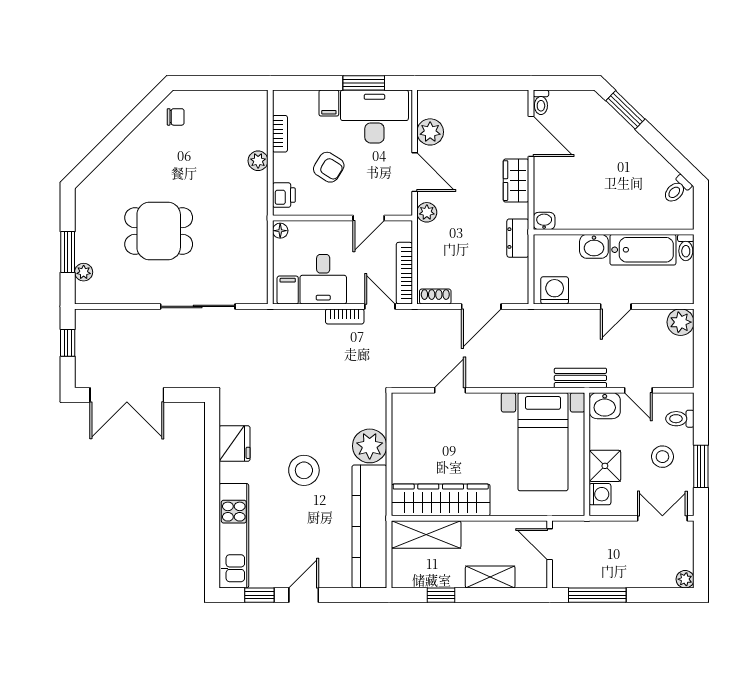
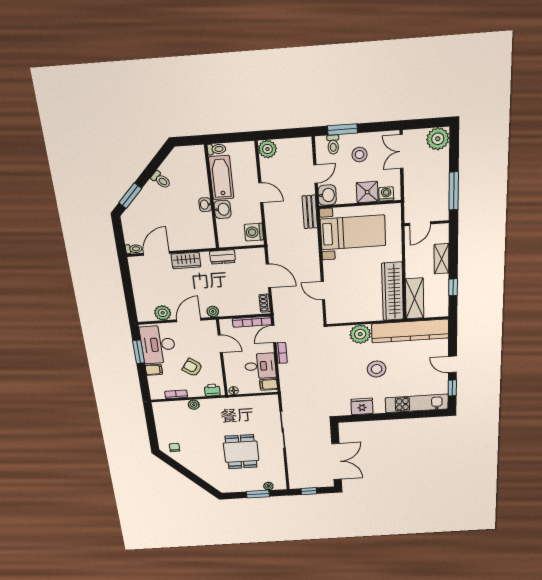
armchair: (329, 167) -> (192, 367), turned -87
toilet: (677, 190) -> (161, 180), moved
washbasin: (544, 221) -> (205, 205), moved
window: (701, 466) -> (343, 129), moved
plant: (685, 579) -> (438, 139), width x1.88, depth x1.88

